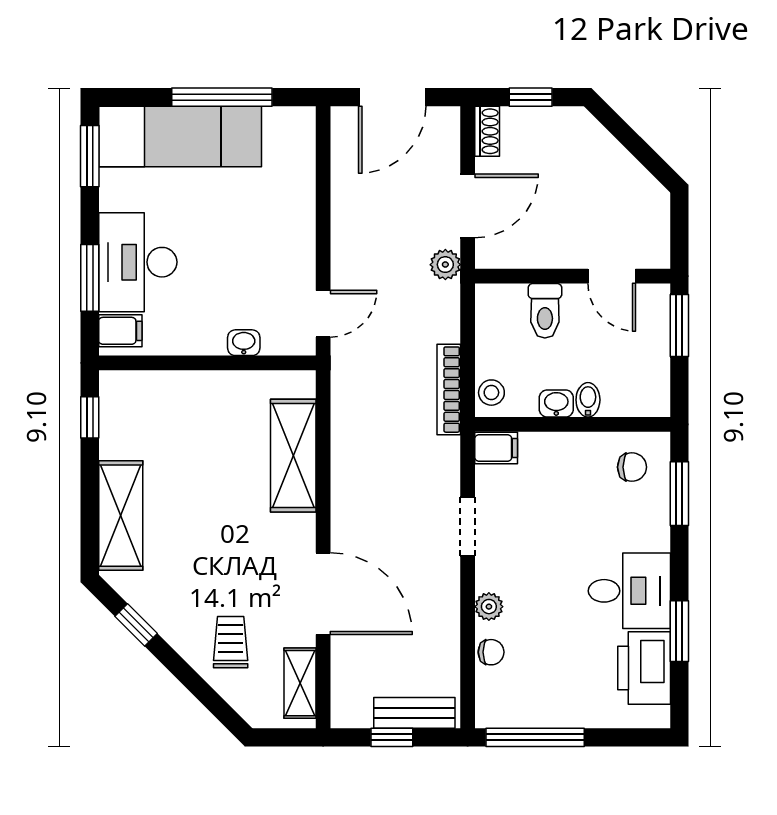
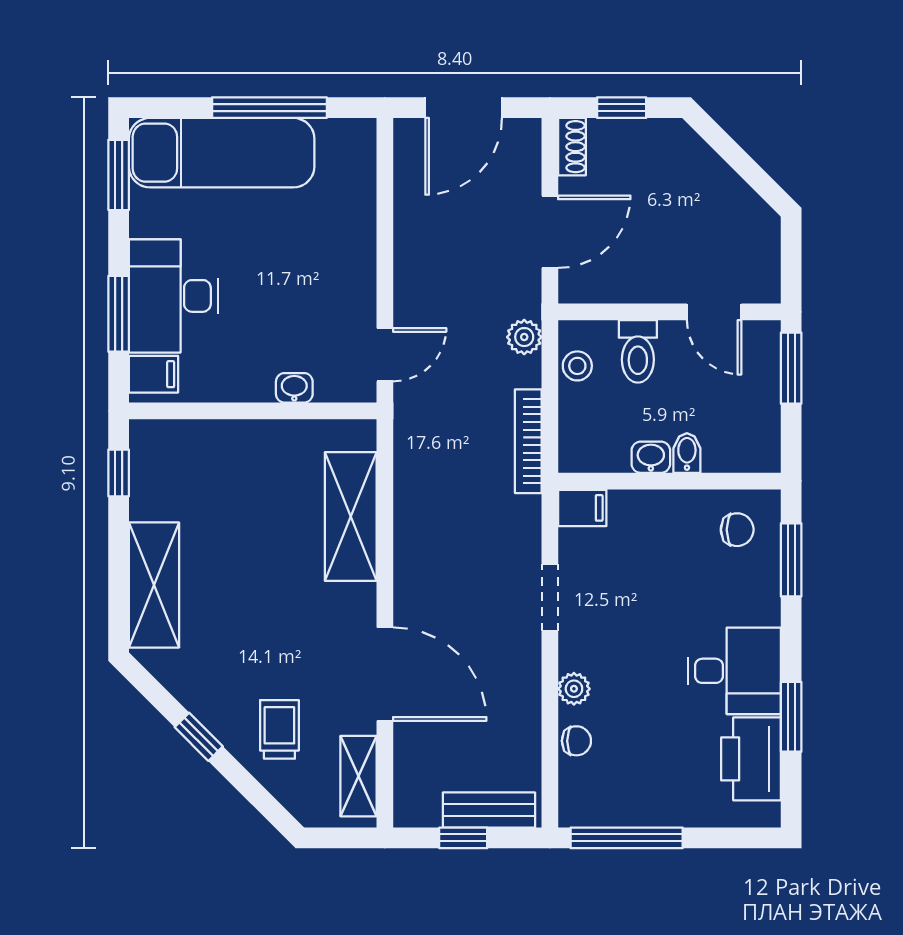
plant: (445, 265) -> (524, 337), moved
stool: (491, 393) -> (577, 366), moved
window: (136, 625) -> (199, 737), moved

